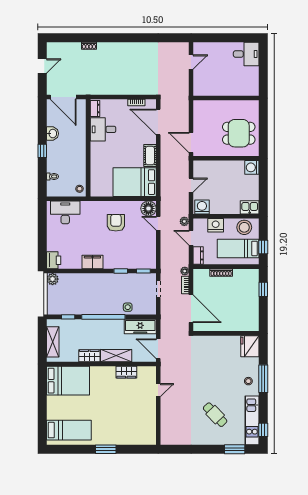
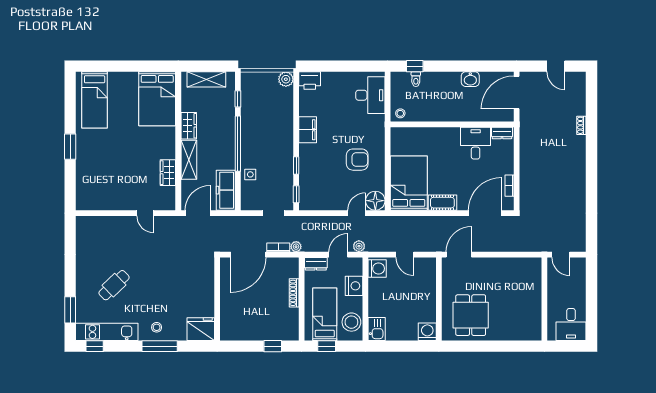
wall: (226, 98) -> (544, 299), moved
window: (42, 151) -> (415, 66), moved

